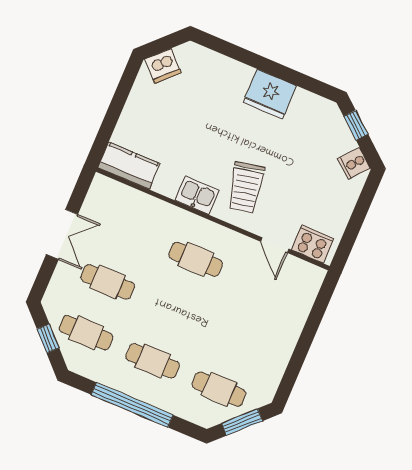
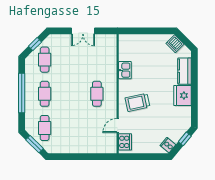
kitchen counter: (129, 166) -> (185, 71), moved, turned 180
kitchen sink: (197, 195) -> (125, 70), moved
cafe table: (108, 282) -> (71, 60), removed

